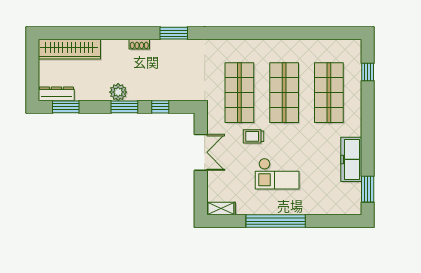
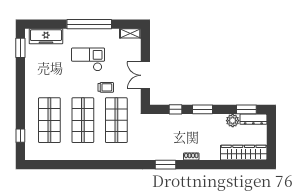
plant: (118, 92) -> (233, 121), moved
freezer: (351, 159) -> (46, 36), moved, turned 90

